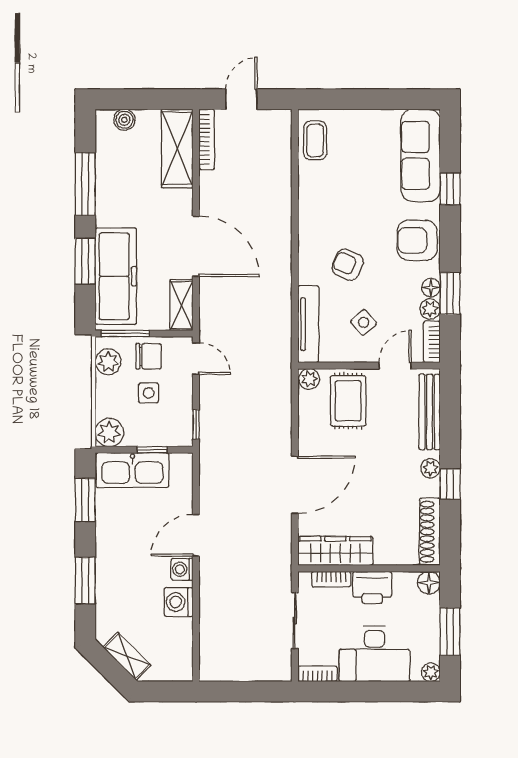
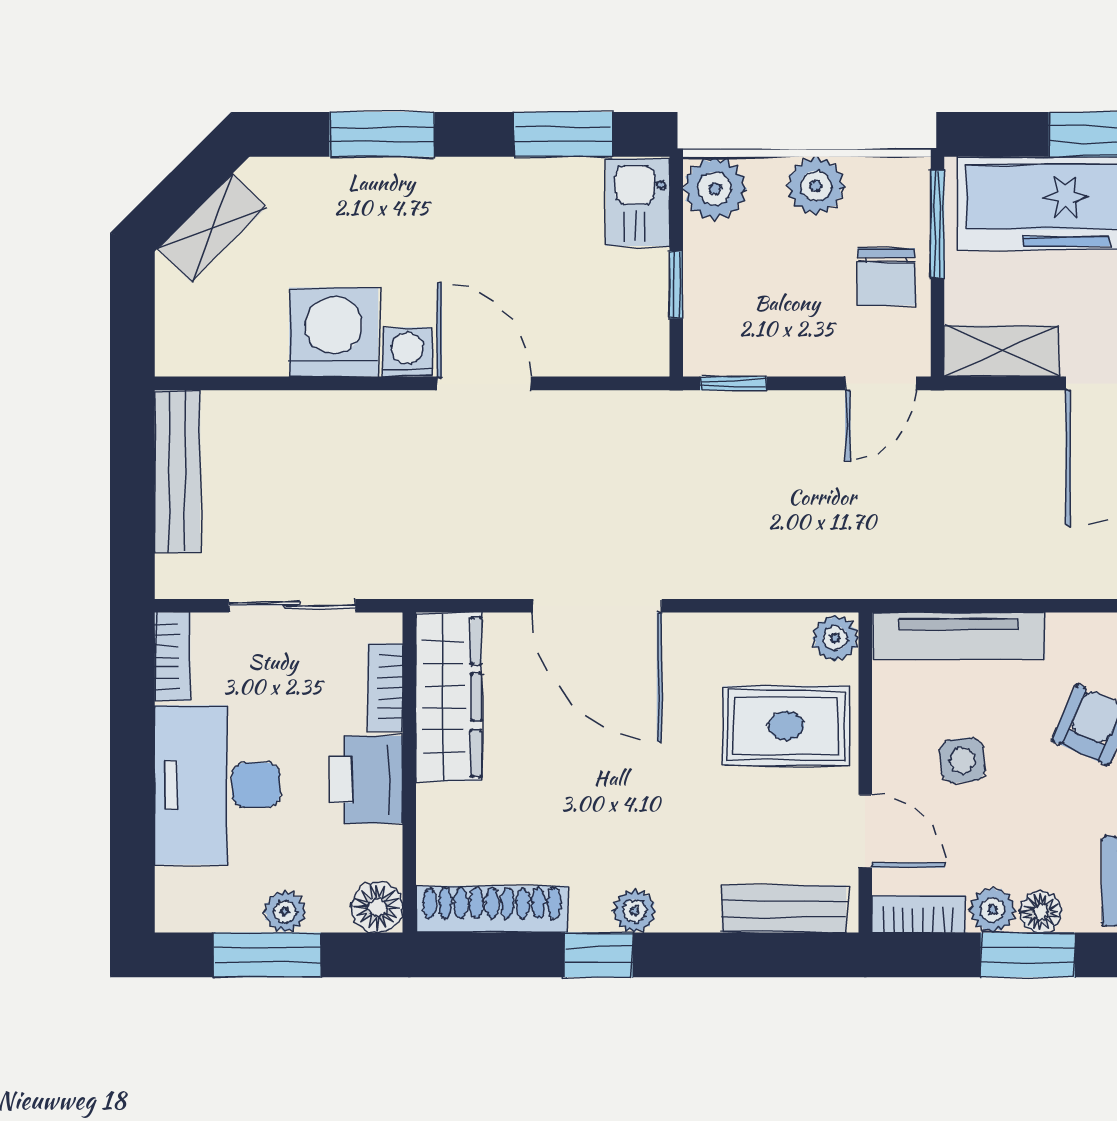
side table: (364, 322) -> (962, 760), turned 35
plant: (108, 362) -> (816, 186), moved
side table: (149, 393) -> (804, 277), removed
bench: (430, 412) -> (784, 909), width x0.73
kitchen sink: (132, 470) -> (638, 202), width x0.53, depth x0.81
washing machine: (179, 602) -> (334, 332), width x1.37, depth x1.37
bench: (235, 671) -> (177, 471), added
plant: (431, 672) -> (285, 912), moved

